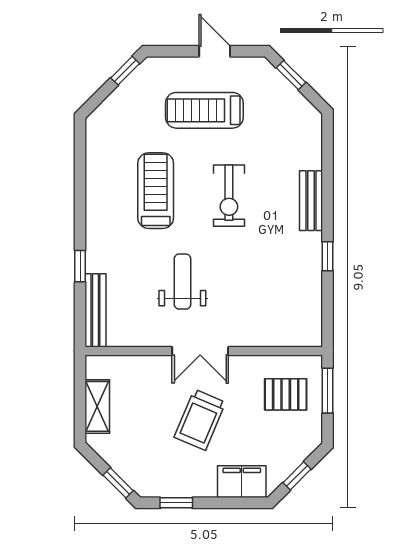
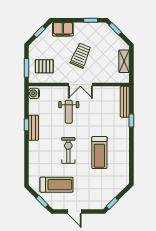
treadmill: (204, 110) -> (57, 185), moved
bench: (311, 201) -> (34, 128), moved
weight bench: (182, 282) -> (69, 112), moved
water cooler: (310, 330) -> (34, 93), added
double door: (200, 351) -> (80, 85), swing flipped

